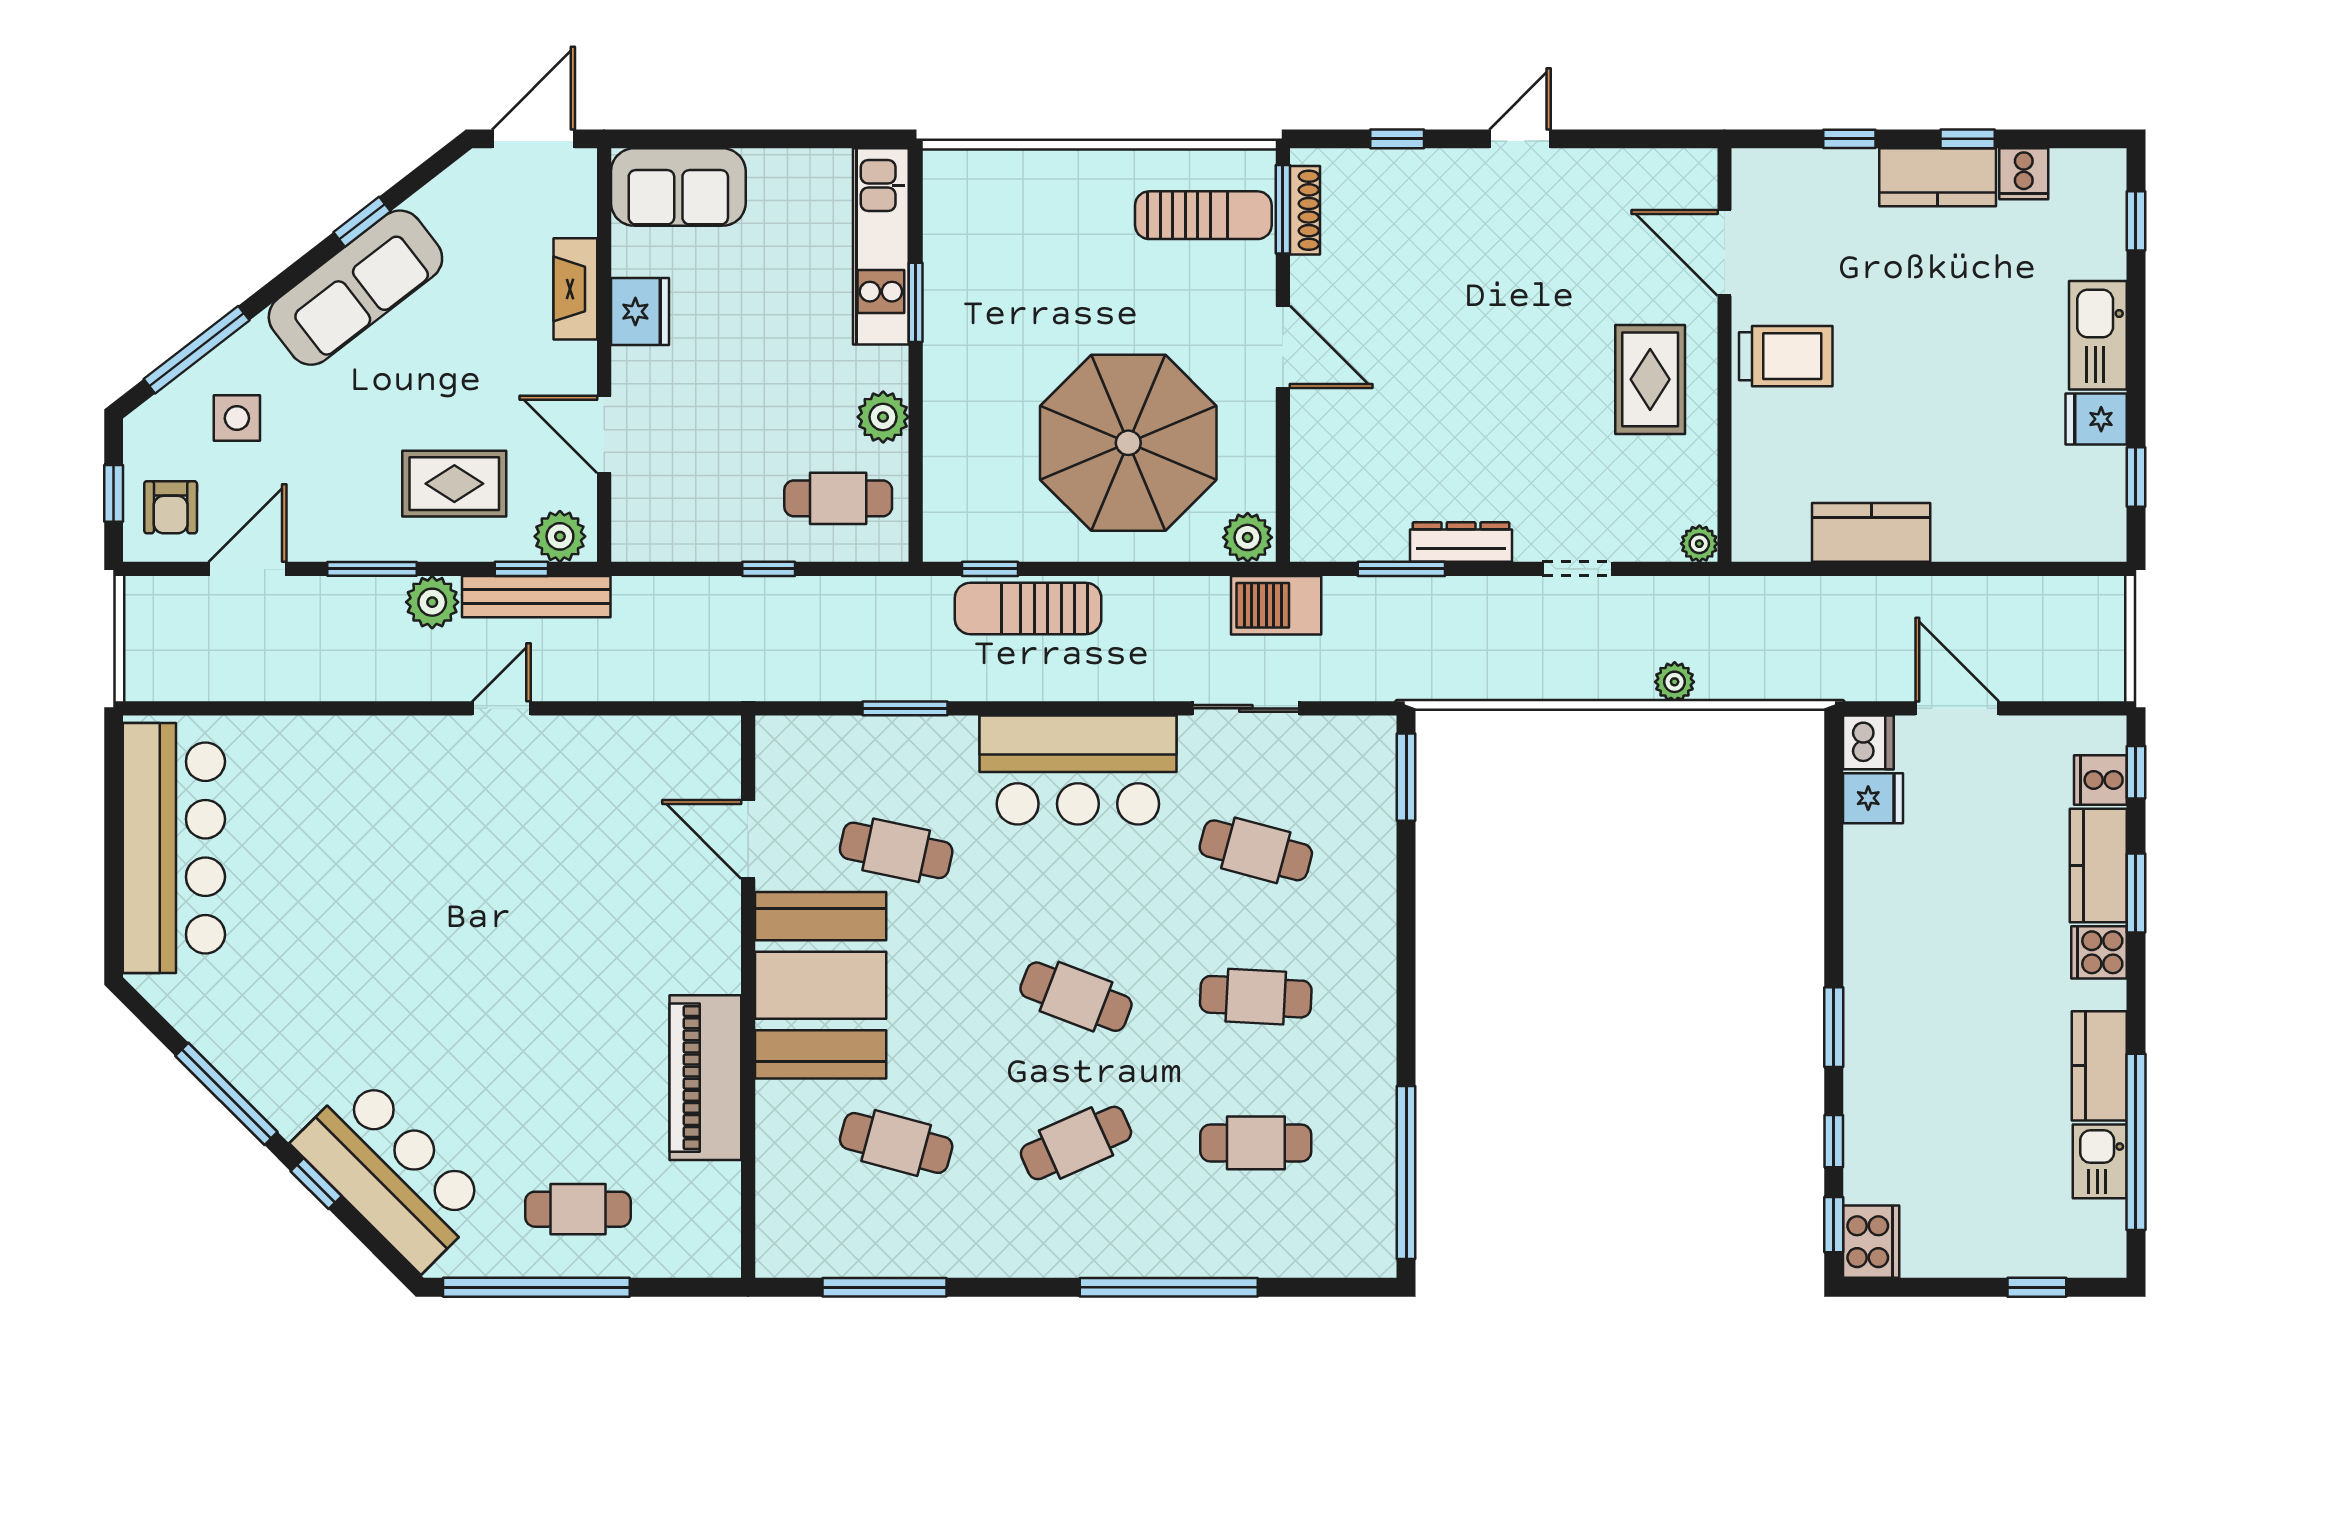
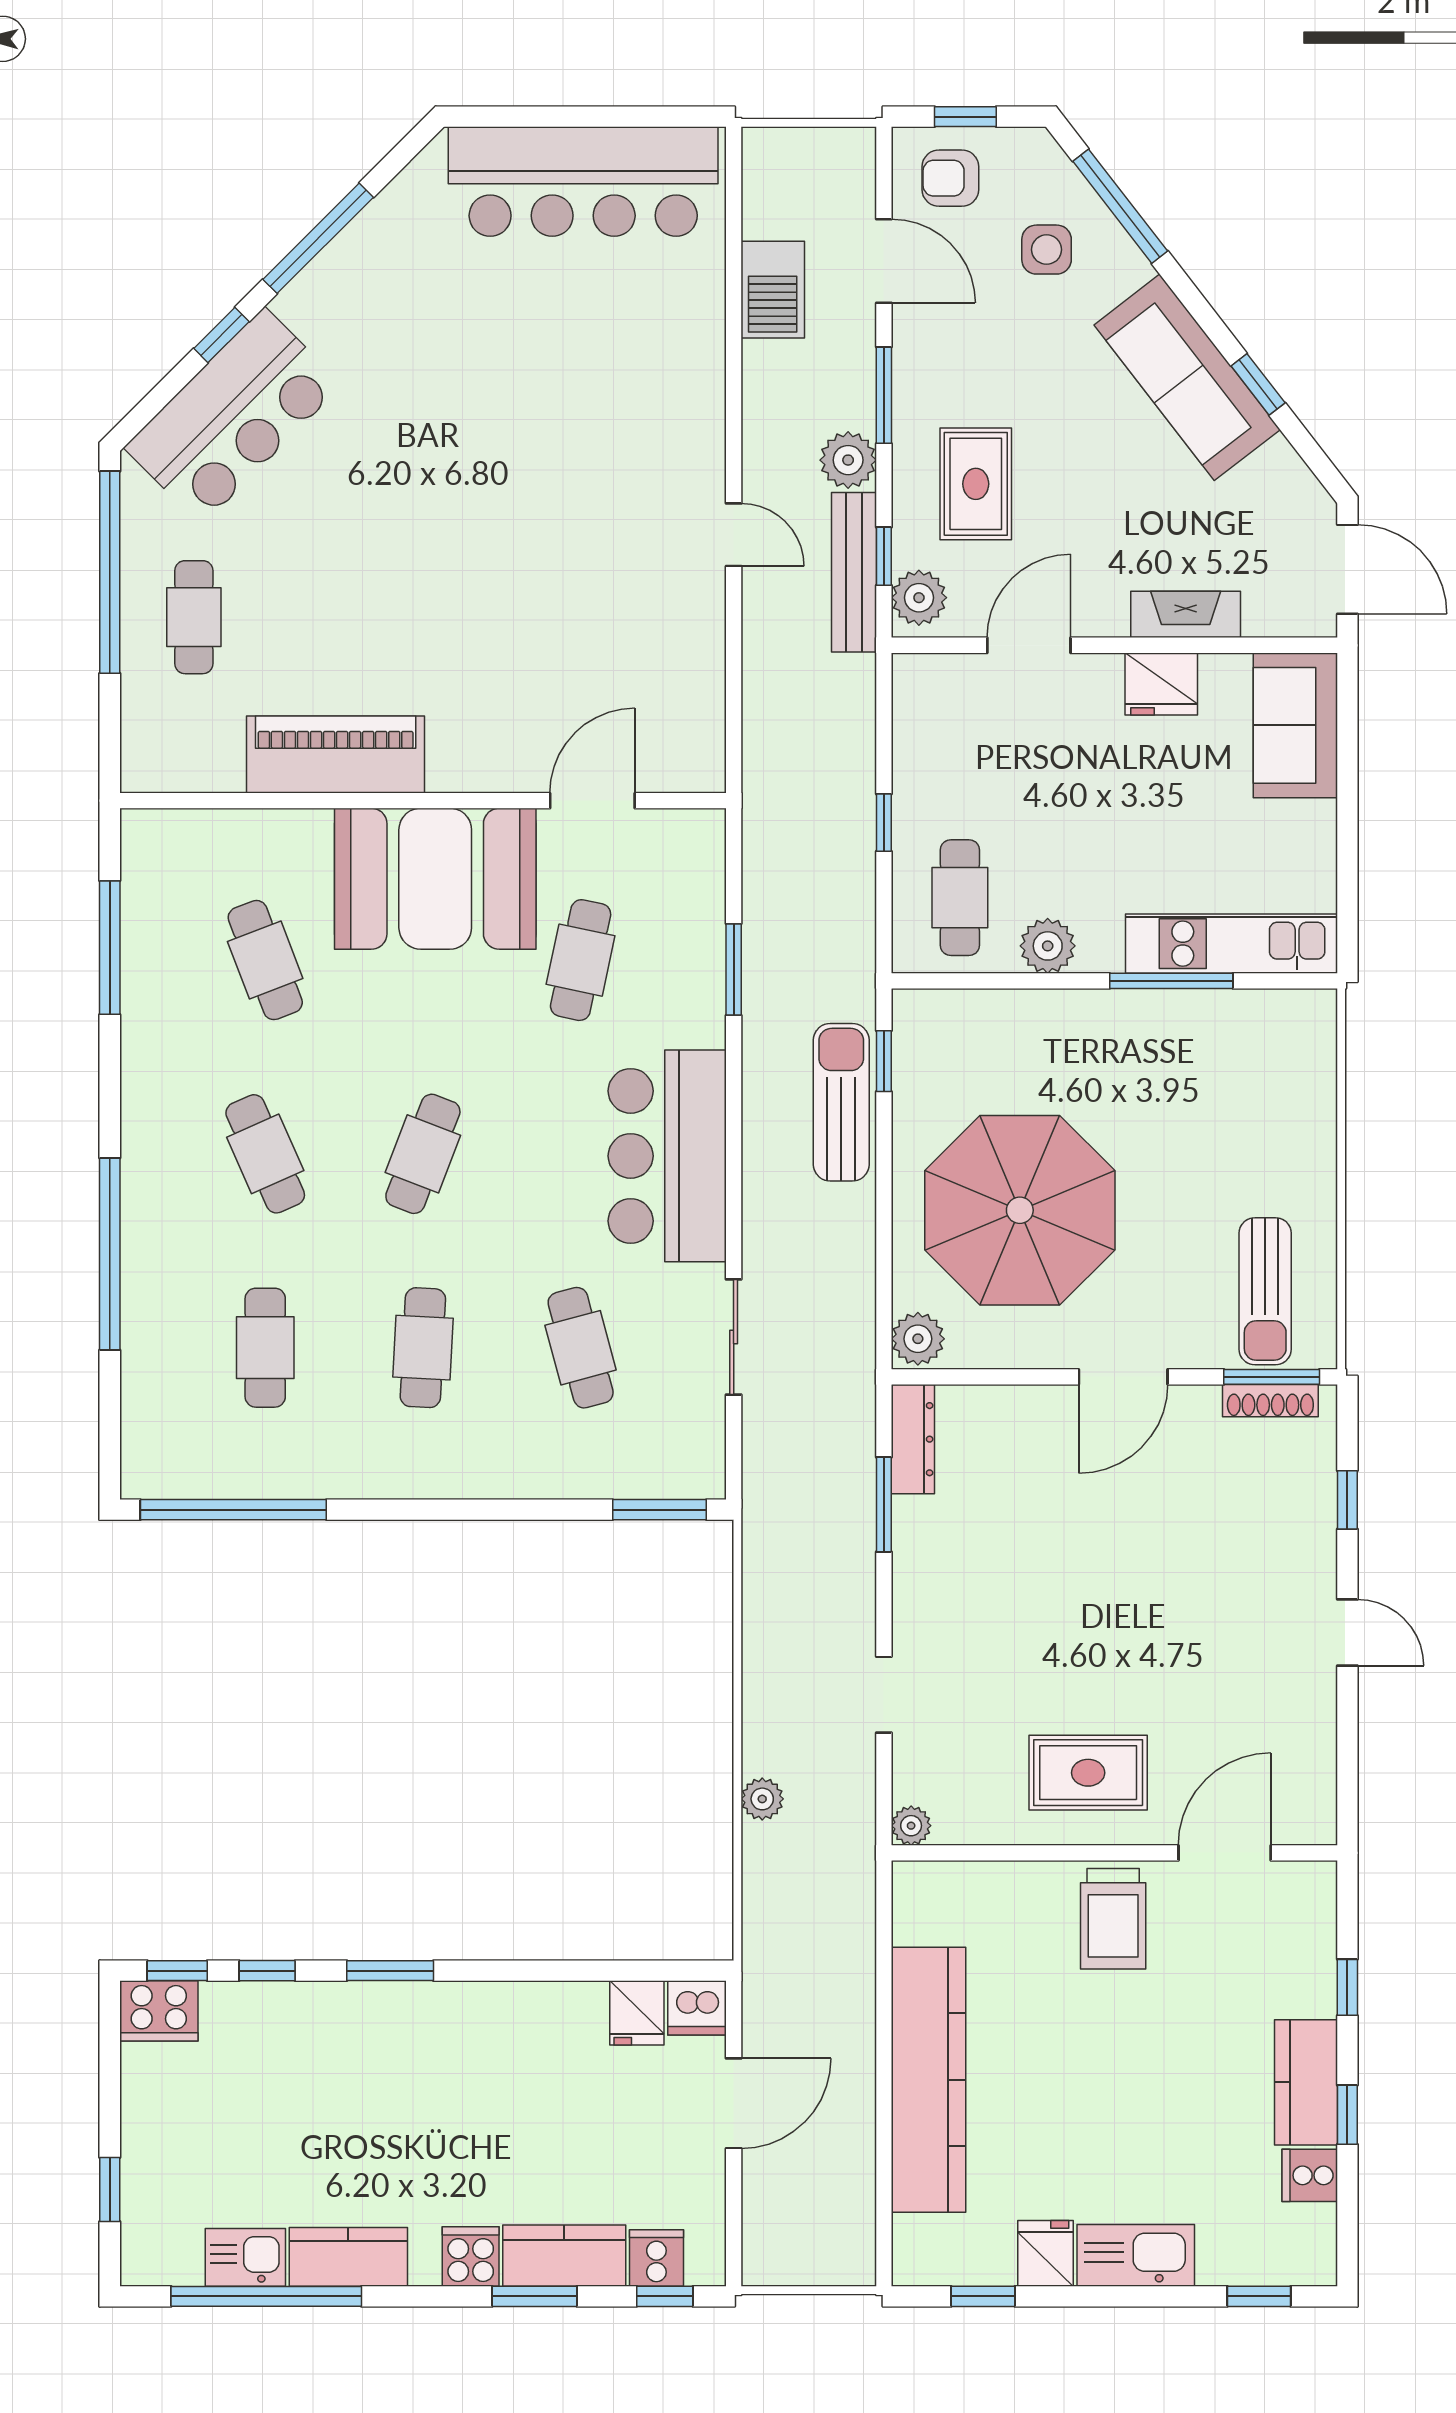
window: (916, 302) -> (1171, 981), width x1.44
kitchen counter: (1871, 532) -> (929, 2080), width x2.08, depth x1.17
dresser: (1461, 542) -> (913, 1439), moved
barbecue: (1276, 605) -> (773, 290), moved, turned 180
cafe table: (1256, 850) -> (581, 1348), turned -30
cafe table: (896, 1143) -> (265, 960), turned -36

